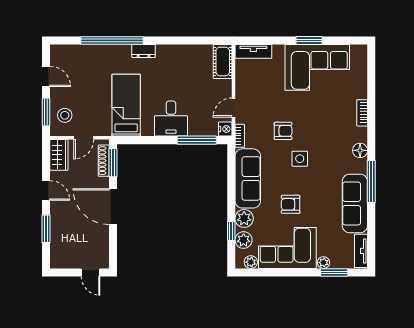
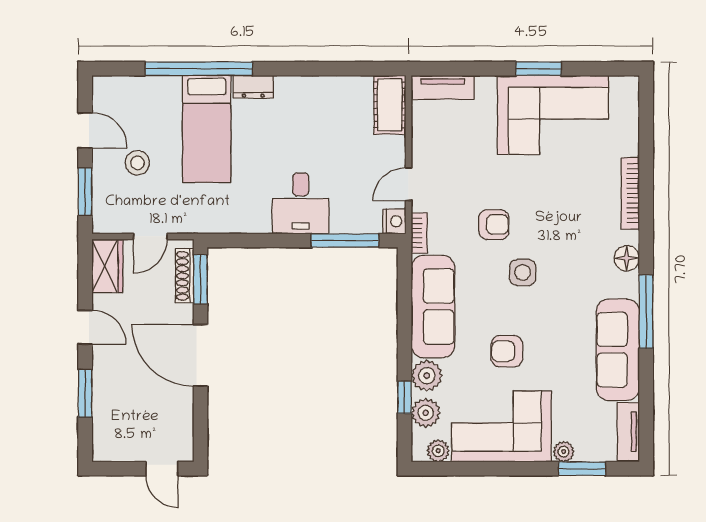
bed: (126, 105) -> (207, 129), moved, turned 180
bookcase: (362, 113) -> (630, 193), width x1.56
stool: (65, 115) -> (137, 163), moved

